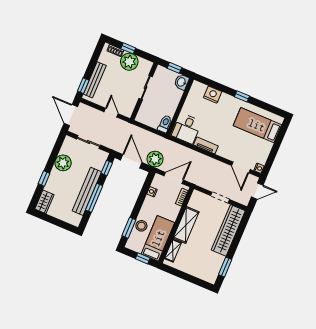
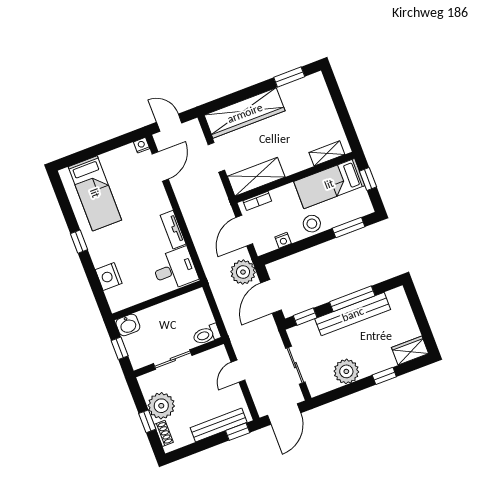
toilet: (165, 124) -> (207, 335), moved
door: (174, 178) -> (244, 231), hinge flipped
shelving: (186, 225) -> (256, 177), moved
stool: (141, 226) -> (312, 224), moved

